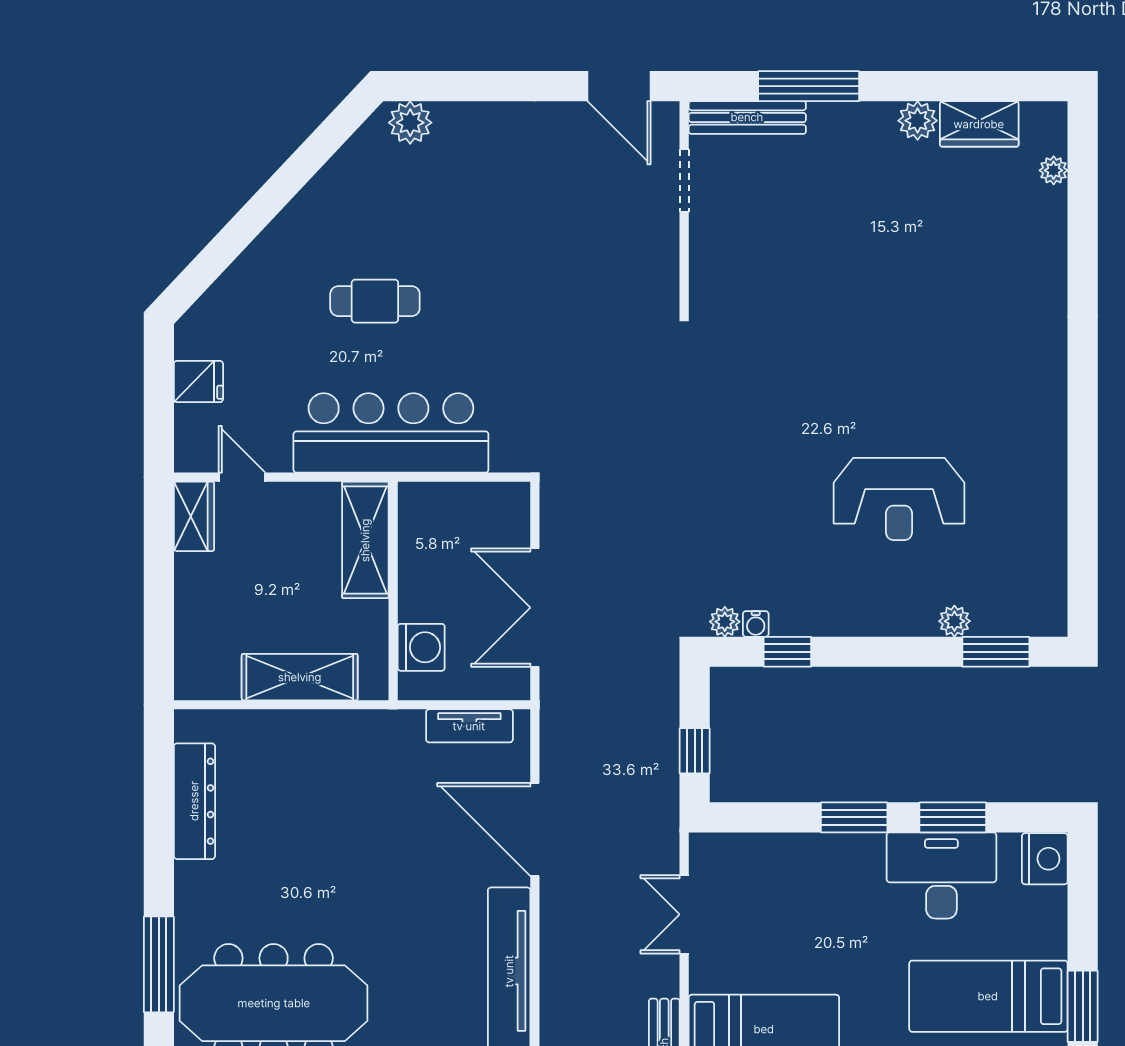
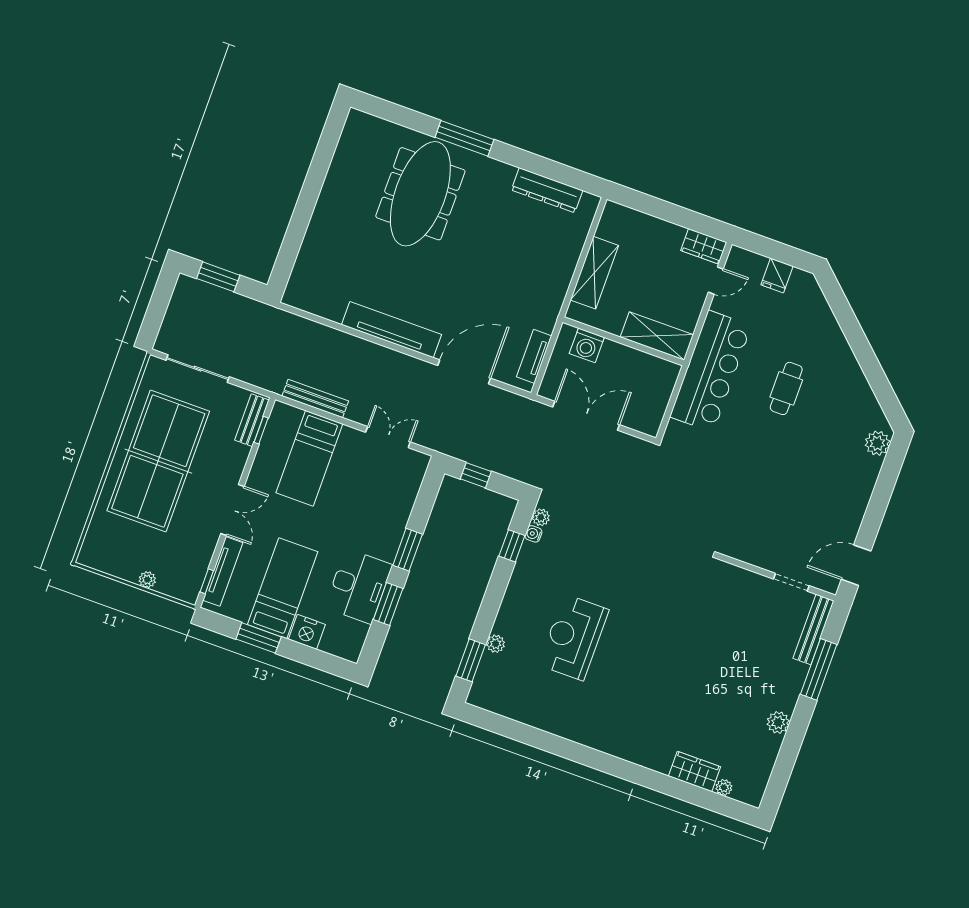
wardrobe: (979, 124) -> (694, 771), moved, turned 90
nightstand: (1045, 859) -> (307, 632), moved

